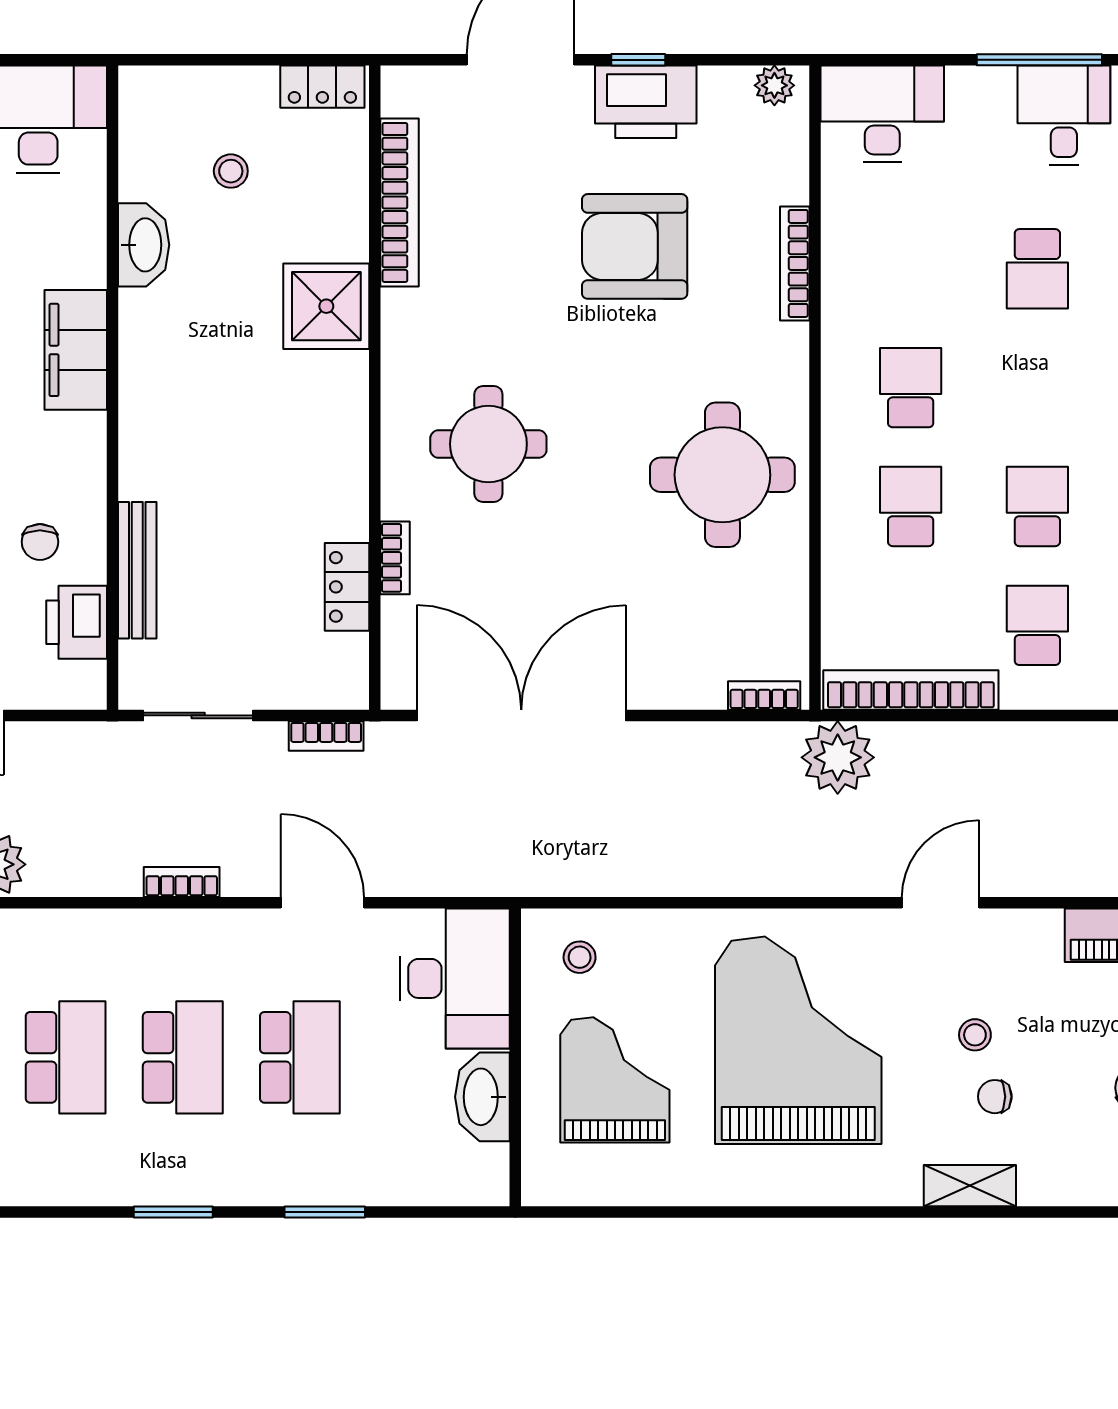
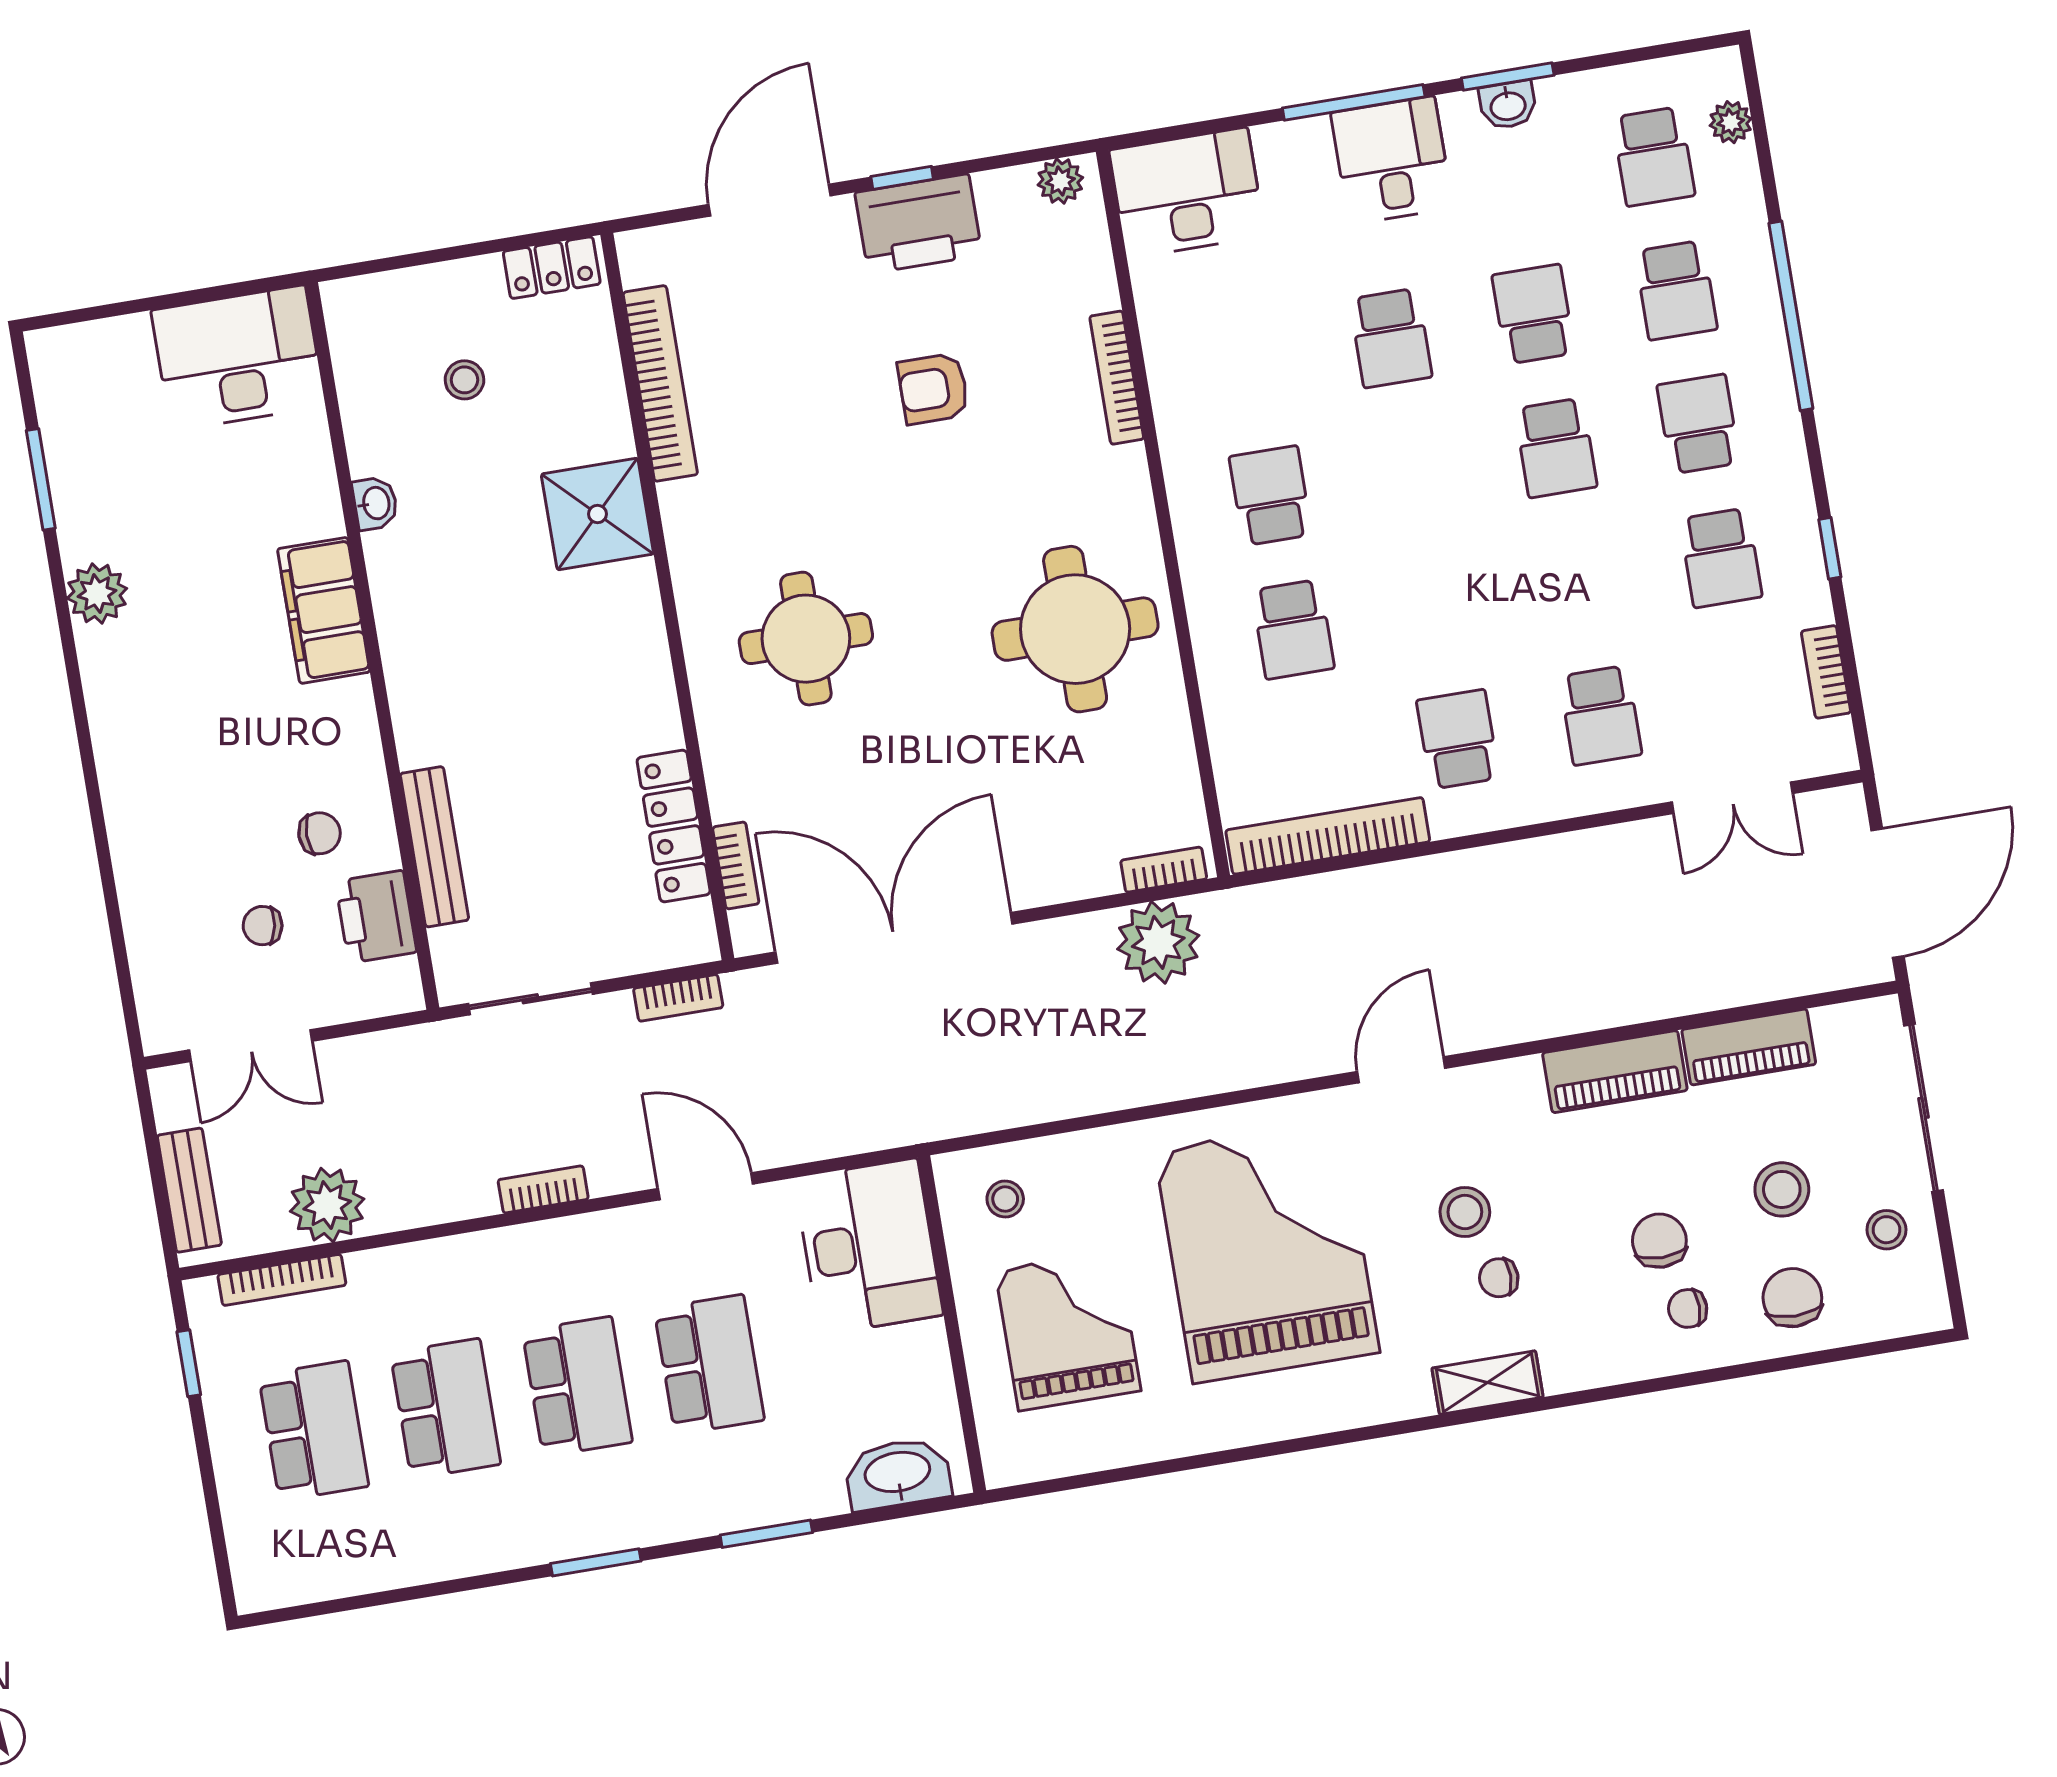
washbasin: (144, 245) -> (375, 503), width x0.52, depth x0.69
armchair: (635, 246) -> (933, 389), width x0.53, depth x0.53
school desk: (911, 506) -> (1293, 629), turned 180
school desk: (1037, 506) -> (1436, 605), removed
chair: (40, 542) -> (320, 833), turned -90
bookcase: (395, 558) -> (736, 865), moved
locker: (347, 587) -> (674, 826), width x1.53
plant: (838, 757) -> (1158, 942), moved
stool: (975, 1035) -> (1465, 1212), width x1.37, depth x1.37
washbasin: (482, 1097) -> (898, 1474), moved, turned 90

